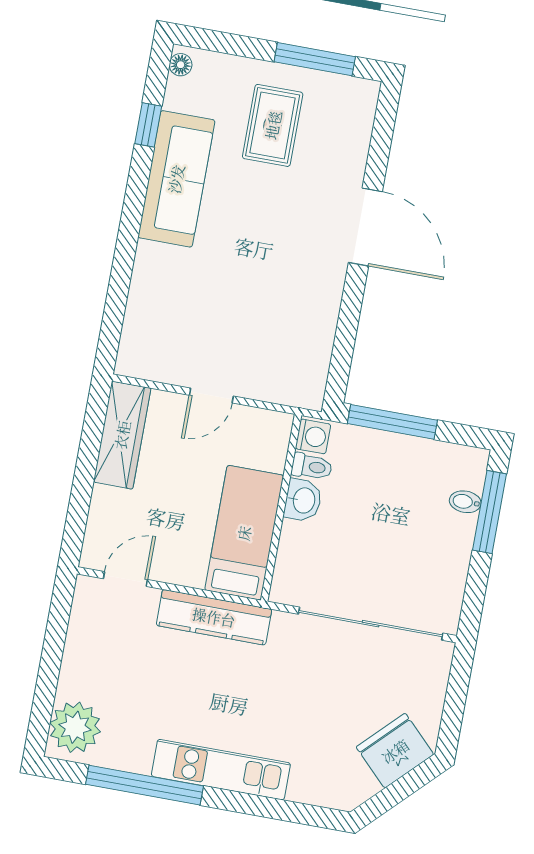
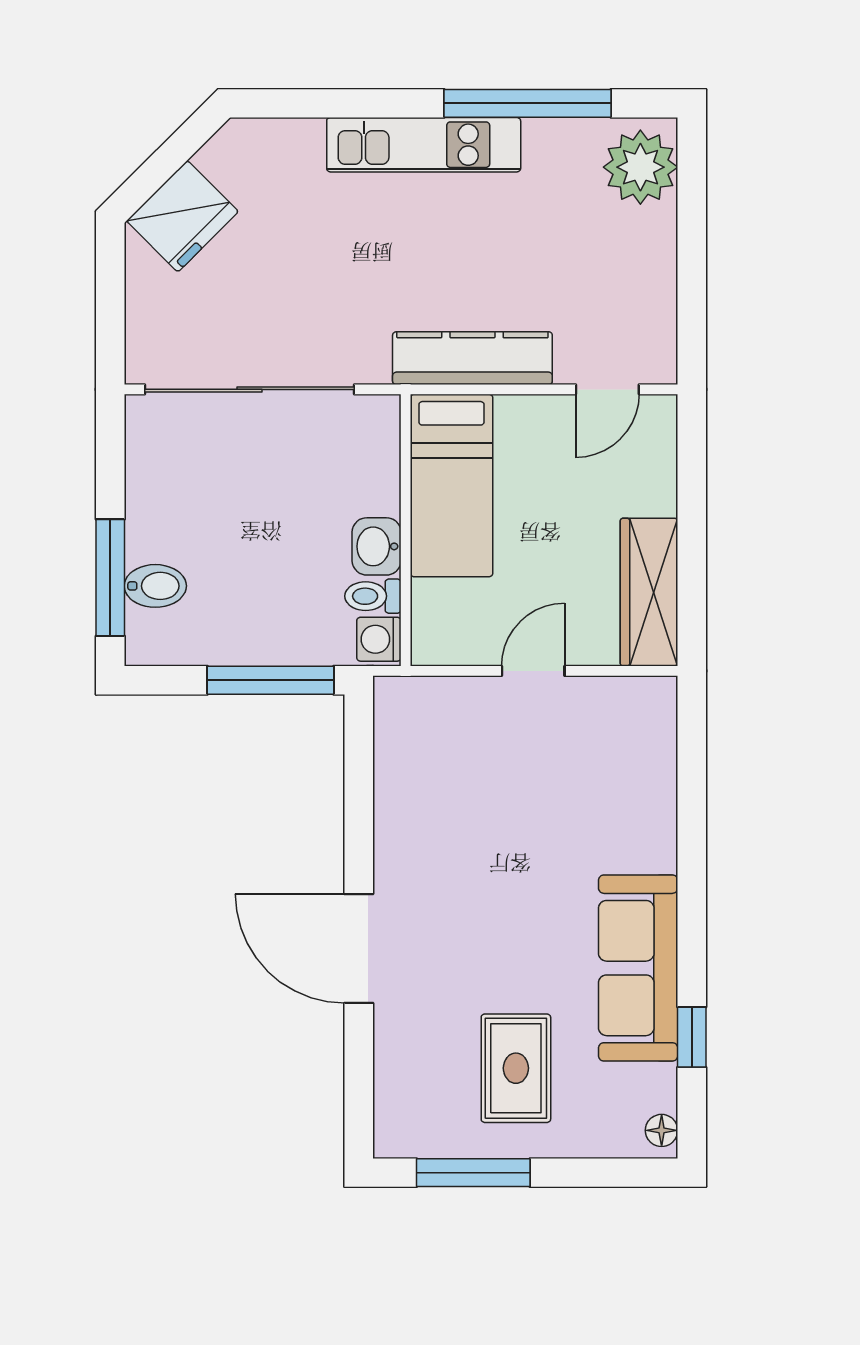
bidet: (465, 502) -> (155, 586), width x1.38, depth x1.36

